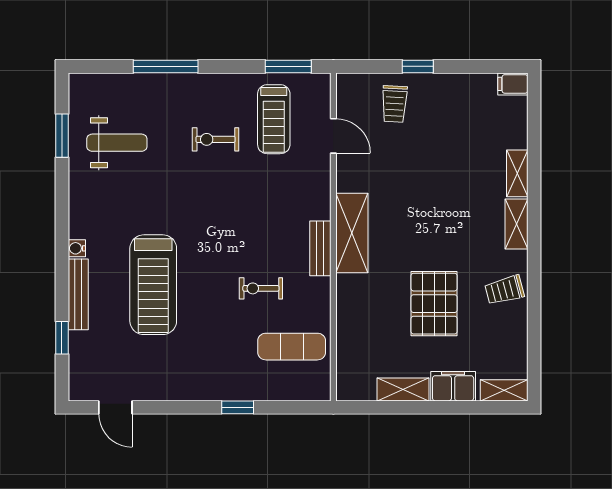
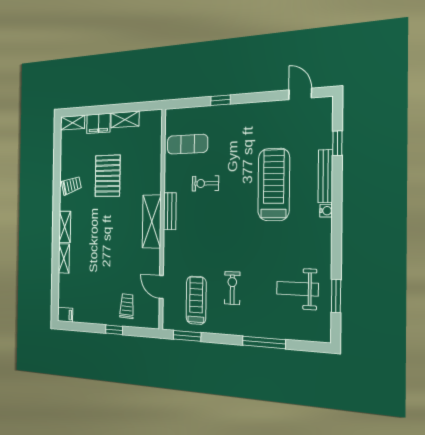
exercise bike: (215, 139) -> (232, 288), turned -90
exercise bike: (261, 288) -> (205, 183), turned 180

